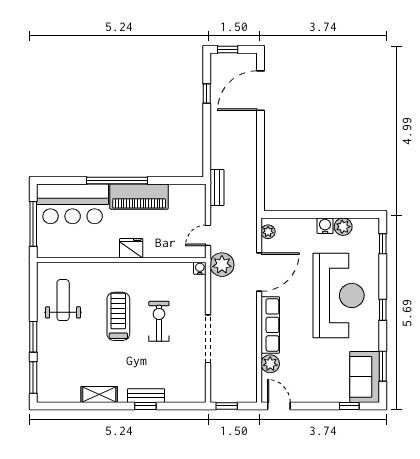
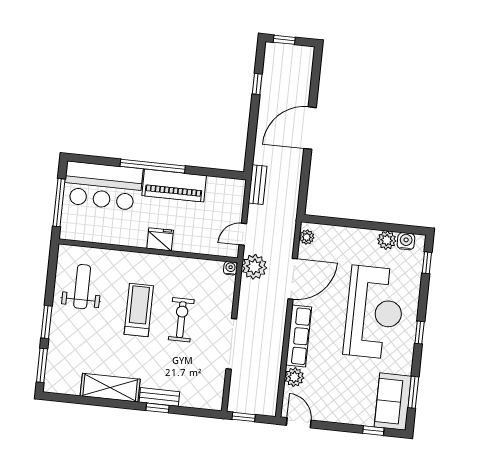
door: (260, 91) -> (310, 128), moved
water cooler: (325, 226) -> (406, 241), moved
shelving: (99, 394) -> (110, 388), width x1.50, depth x1.33

